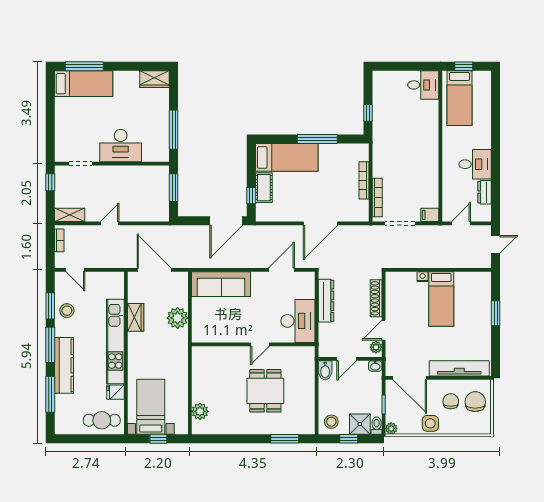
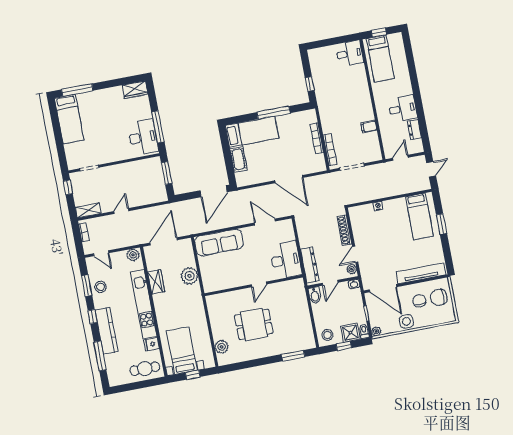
bed: (84, 84) -> (69, 119), moved, turned 90
desk: (121, 146) -> (143, 137), moved, turned -90
window: (251, 196) -> (230, 168), removed
filing cabinet: (430, 215) -> (369, 127), moved
door: (321, 223) -> (289, 179), hinge flipped
door: (154, 270) -> (164, 241), hinge flipped
door: (281, 270) -> (265, 222), hinge flipped
plant: (114, 279) -> (133, 255), added
bed: (441, 299) -> (419, 216), moved
dresser: (326, 301) -> (310, 265), moved
window: (50, 345) -> (93, 317), width x0.46
dining table: (265, 391) -> (254, 324), moved, turned 90
chair: (475, 402) -> (439, 297), turned -90

